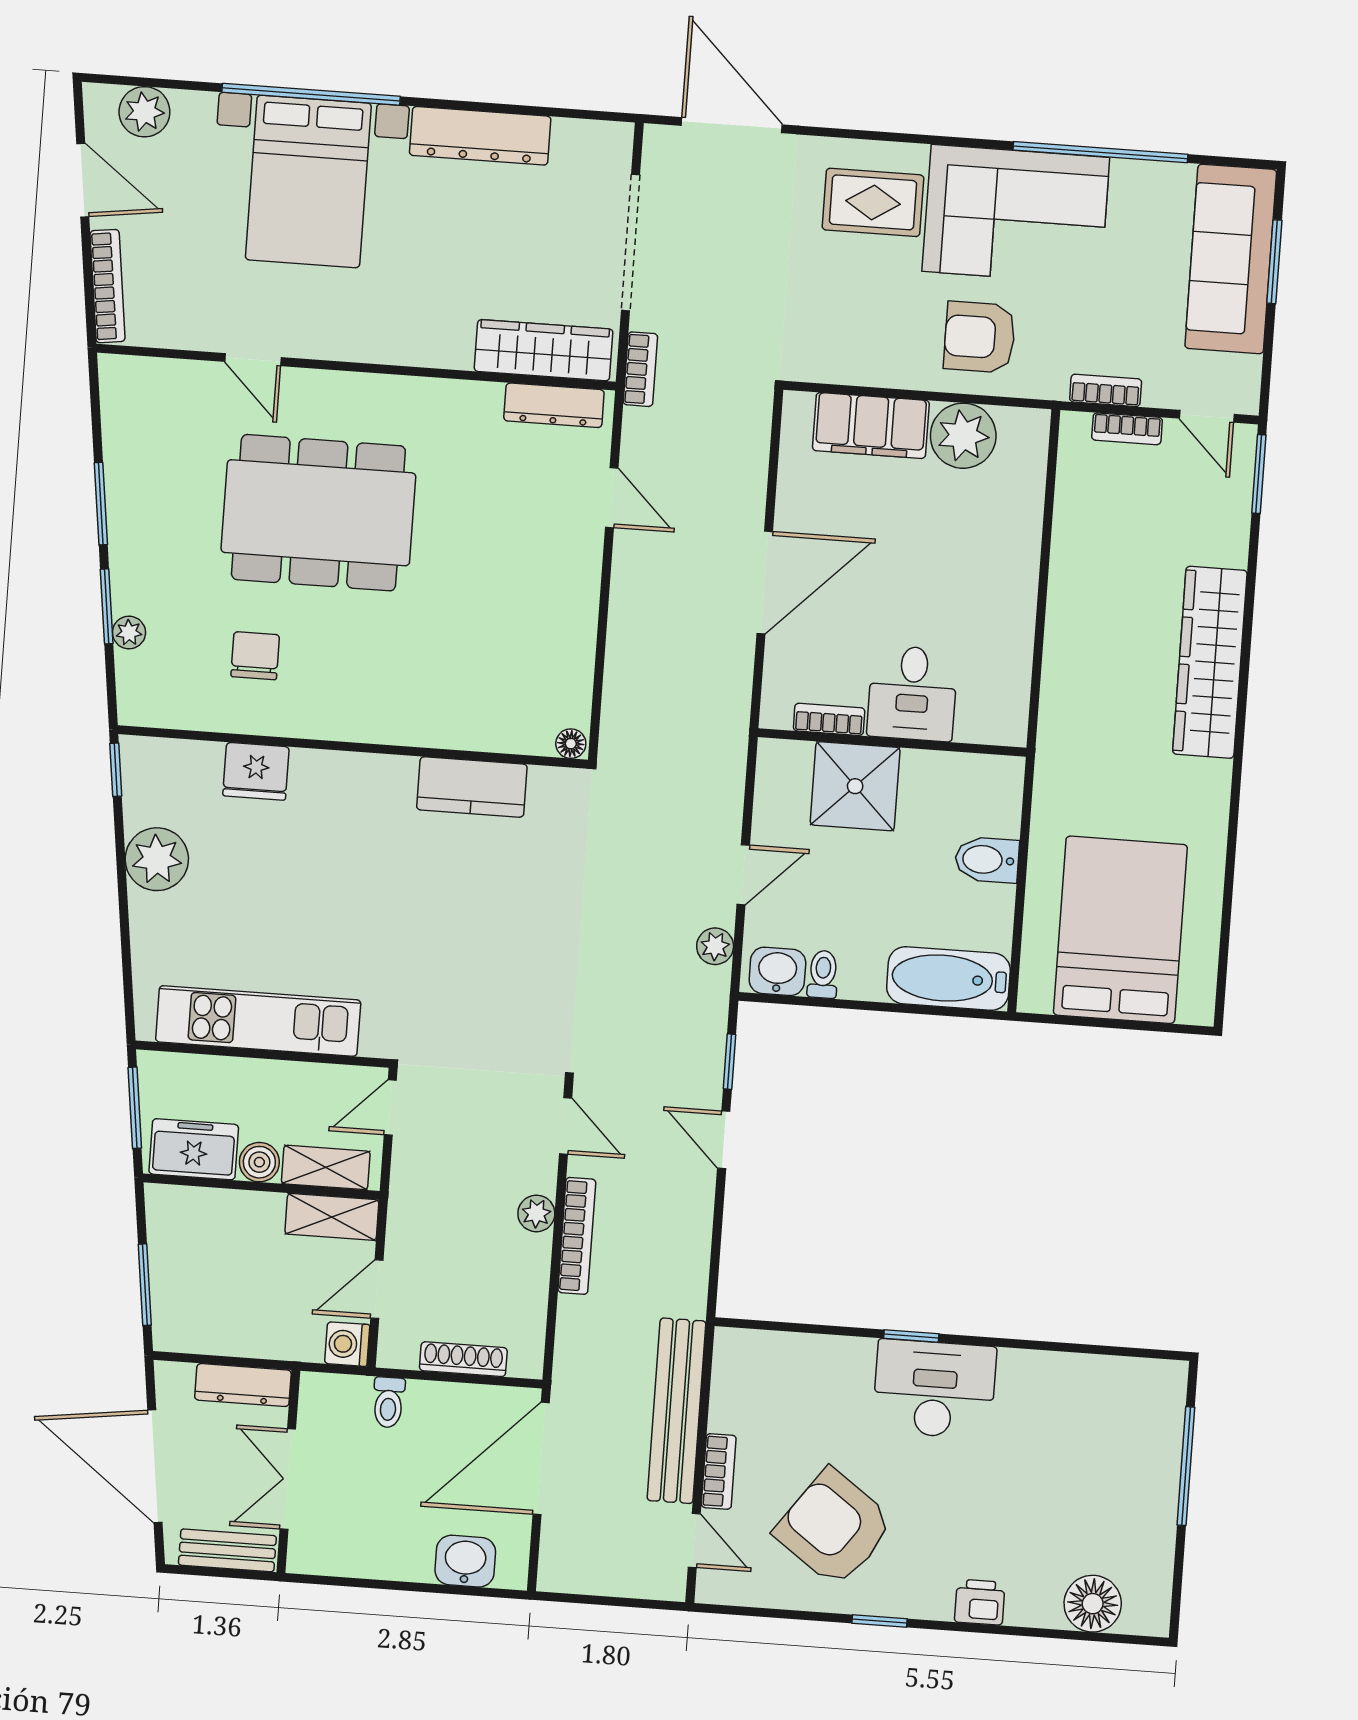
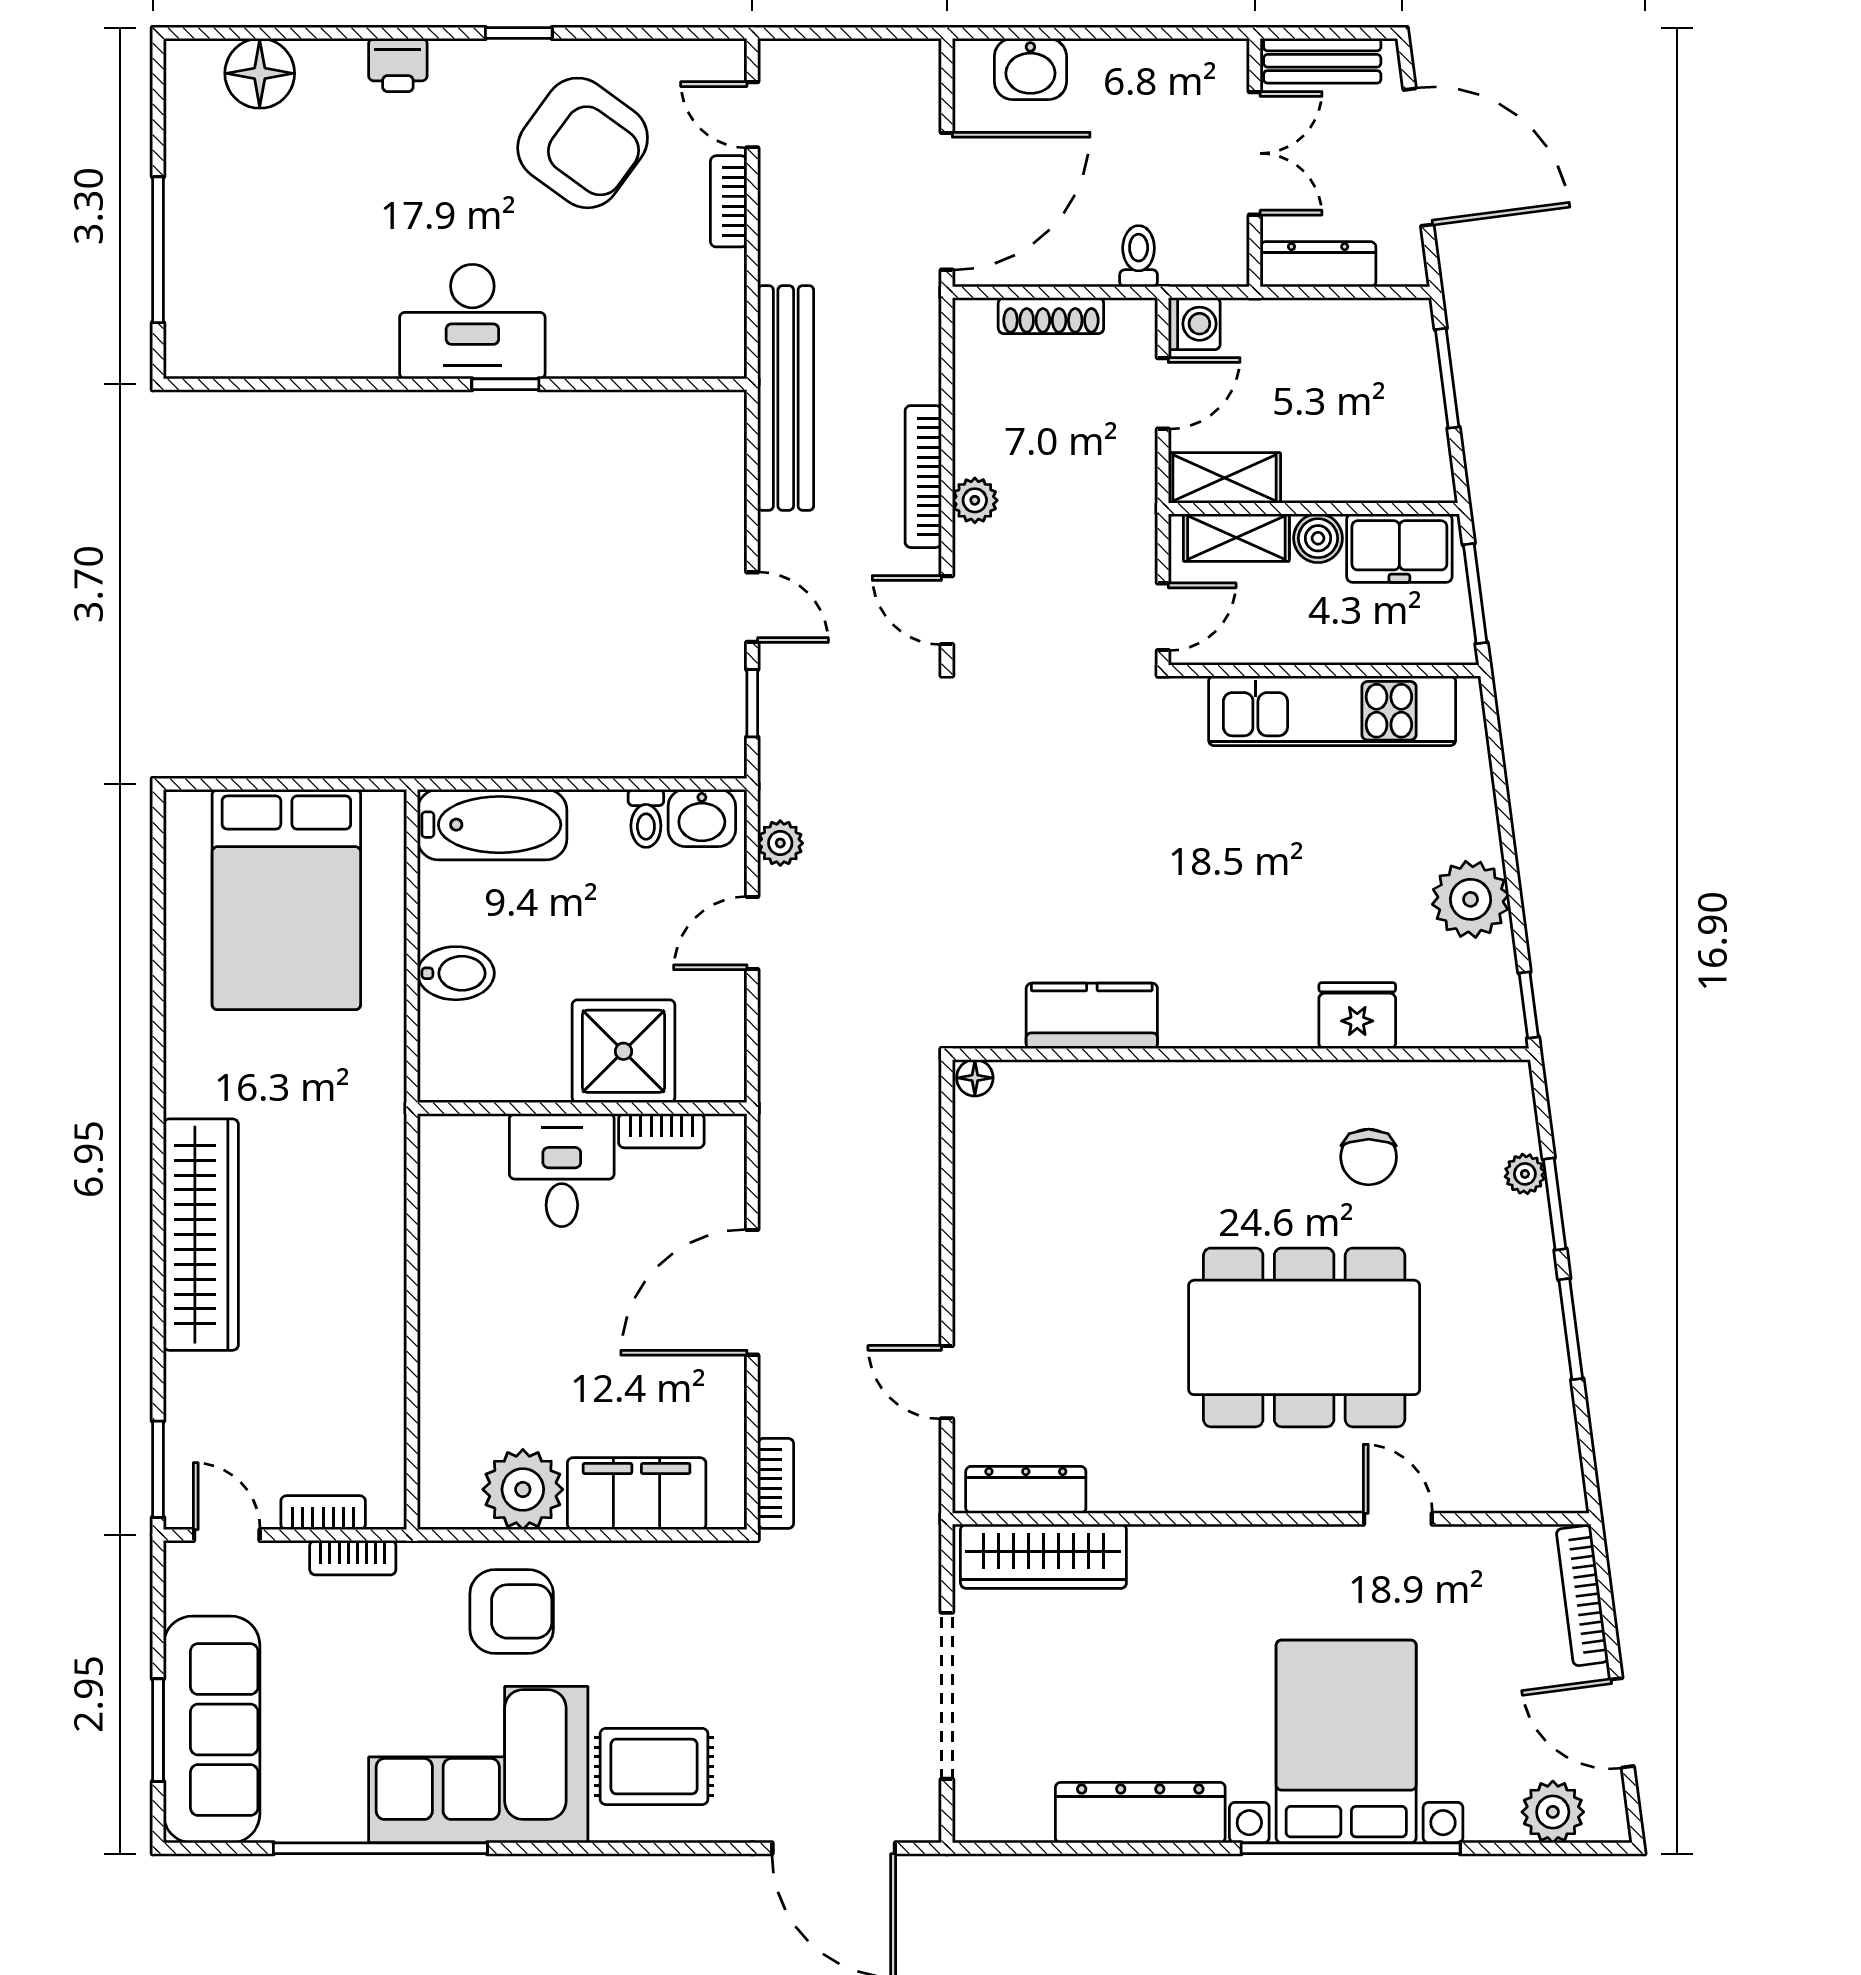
bookcase: (640, 369) -> (776, 1483), moved, turned 180
bench: (677, 1411) -> (786, 398), moved

